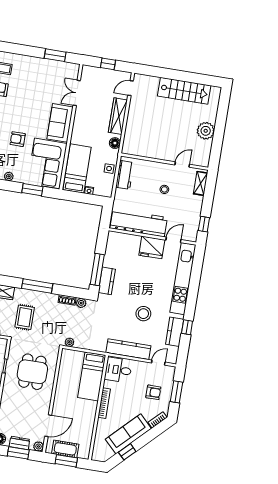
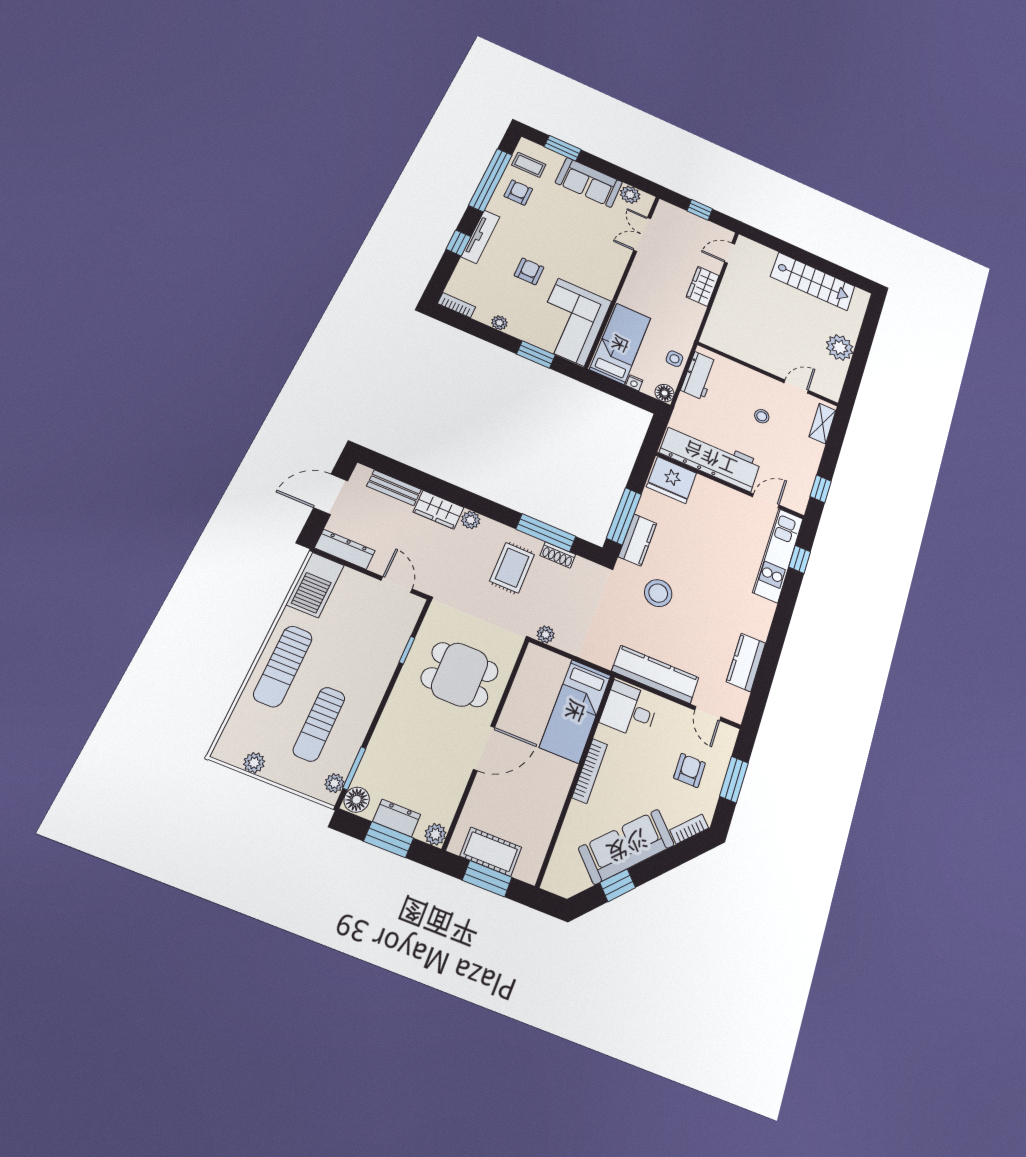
window: (55, 55) -> (563, 148), moved
plant: (65, 68) -> (630, 195), added
wardrobe: (118, 116) -> (703, 286), width x0.67
sofa: (60, 123) -> (589, 182), moved, turned -90
armchair: (18, 139) -> (529, 271), turned 90
floor lamp: (115, 143) -> (665, 393), moved
fridge: (152, 247) -> (672, 480), moved
kitchen unit: (183, 279) -> (778, 555), width x0.73
window: (37, 286) -> (546, 533), moved
plant: (81, 303) -> (471, 520), moved
stool: (143, 314) -> (658, 593), moved
rug: (25, 317) -> (512, 568), moved
window: (187, 327) -> (800, 559), moved
door: (158, 363) -> (708, 714), swing flipped
dining table: (32, 372) -> (460, 675), turned 90
armchair: (153, 392) -> (689, 770), turned -90
door: (48, 426) -> (484, 748), moved

